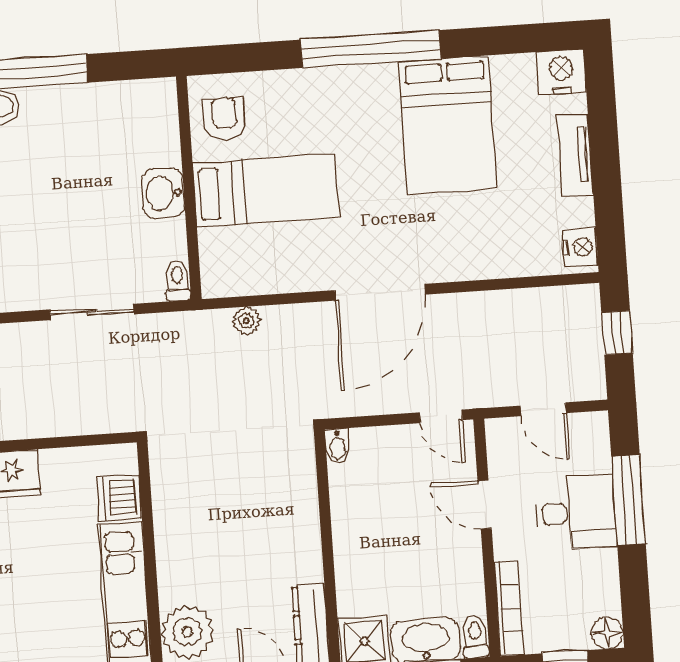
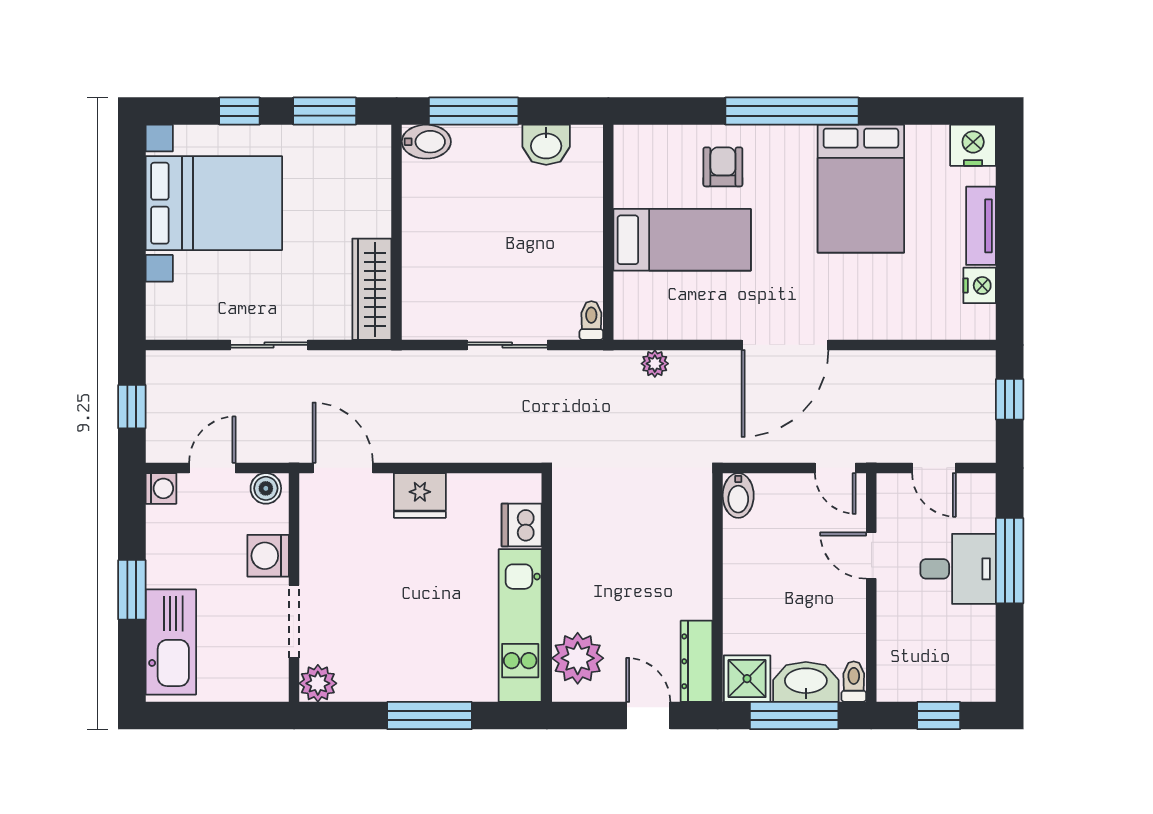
armchair: (224, 119) -> (723, 167), moved
washbasin: (163, 193) -> (546, 145), moved, turned -90
nightstand: (580, 247) -> (980, 285), moved
bidet: (337, 446) -> (738, 495), width x1.38, depth x1.36
bookcase: (509, 608) -> (888, 657), removed
floor lamp: (607, 633) -> (981, 687), removed

